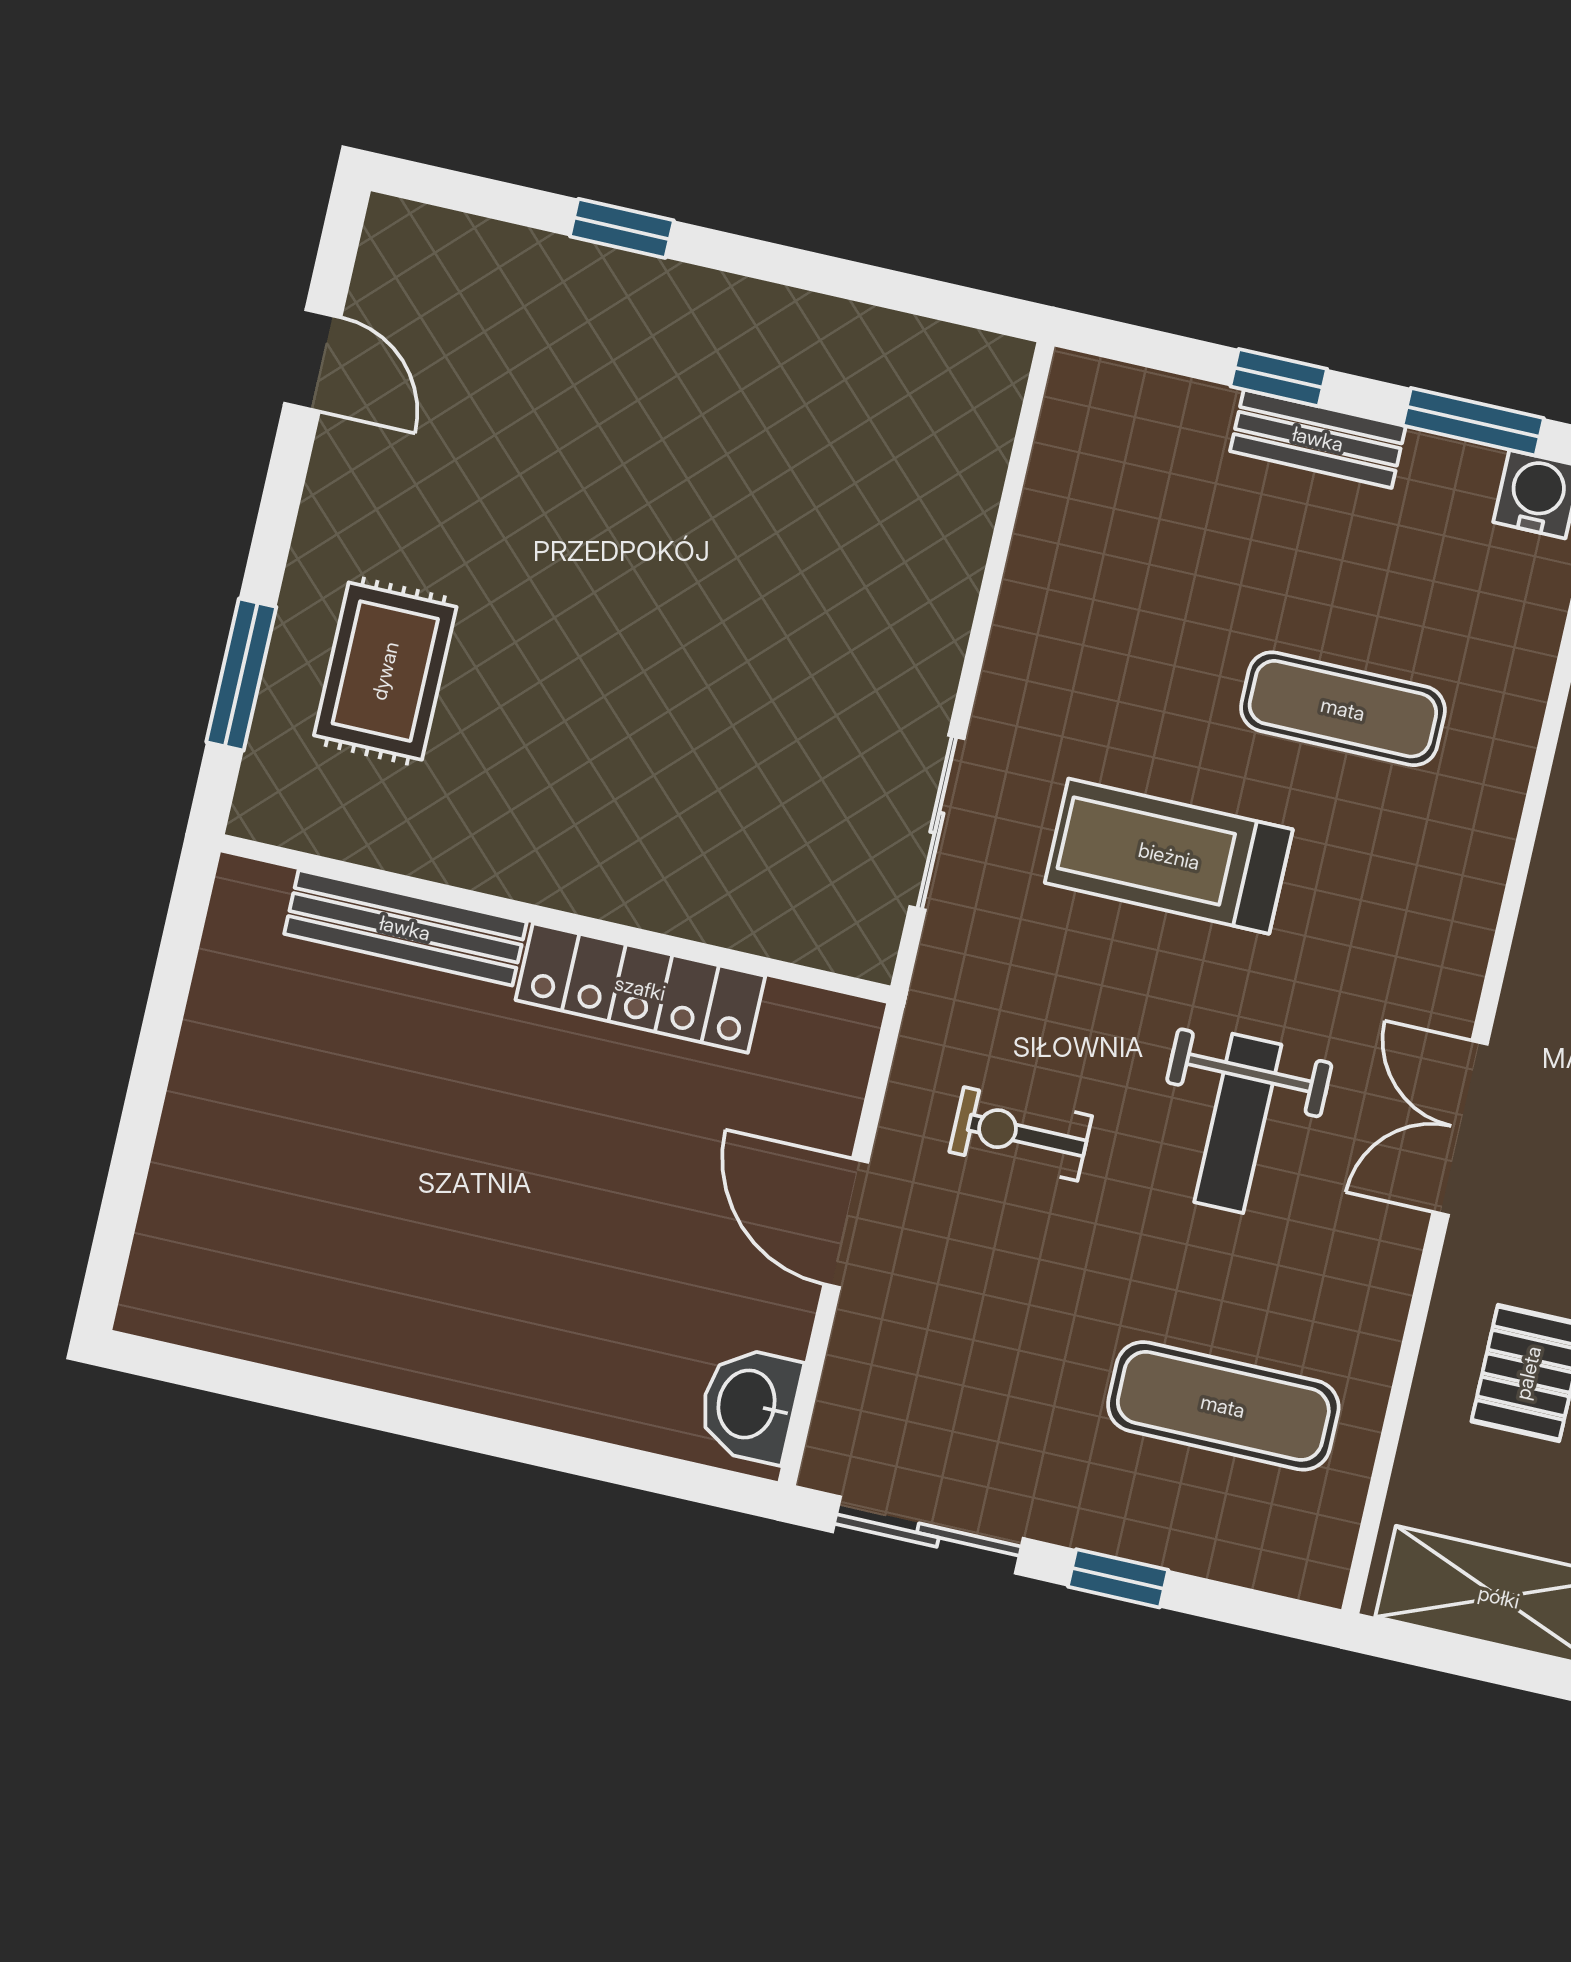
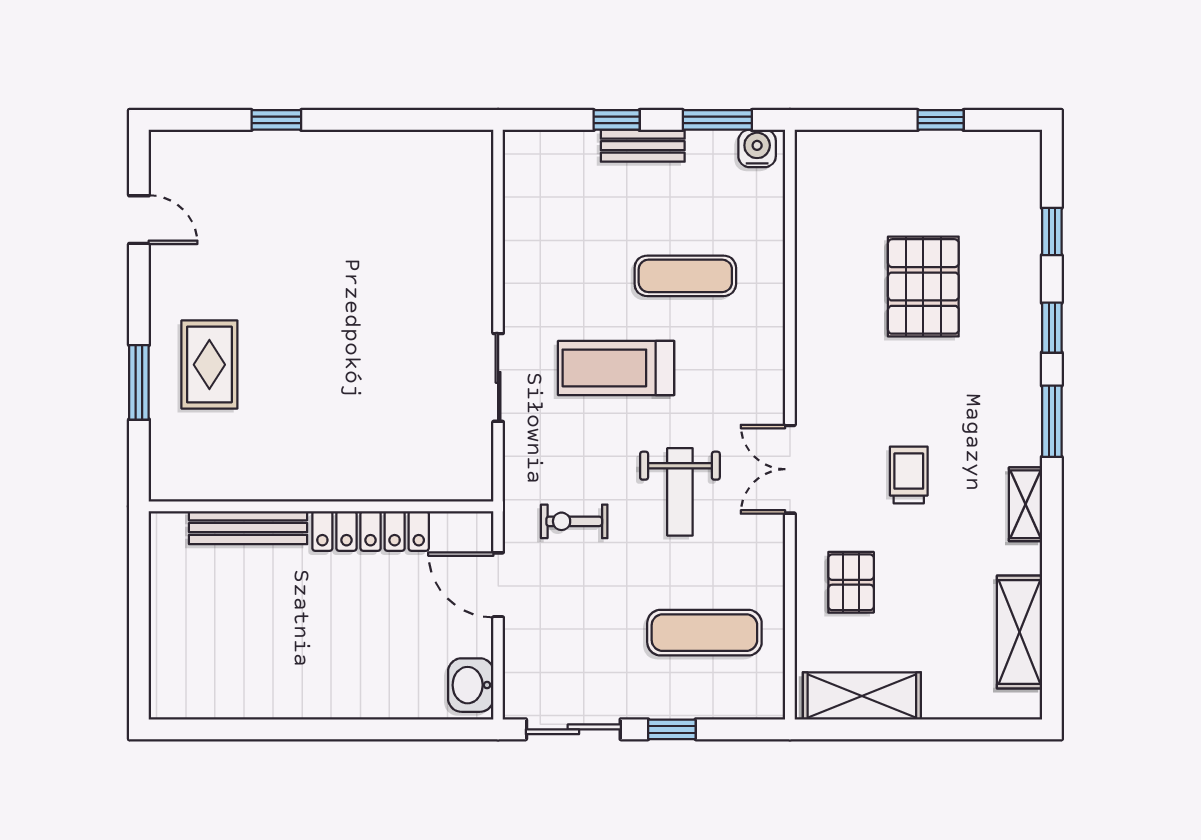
wall: (556, 919) -> (321, 506), moved
bench: (405, 928) -> (248, 528), moved
locker: (640, 988) -> (371, 531), moved

